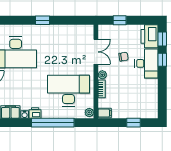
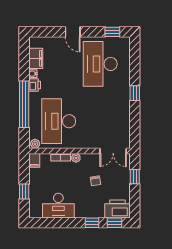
double door: (96, 52) -> (113, 151), moved
desk: (146, 63) -> (58, 206), moved
desk: (68, 91) -> (59, 121), turned 180

